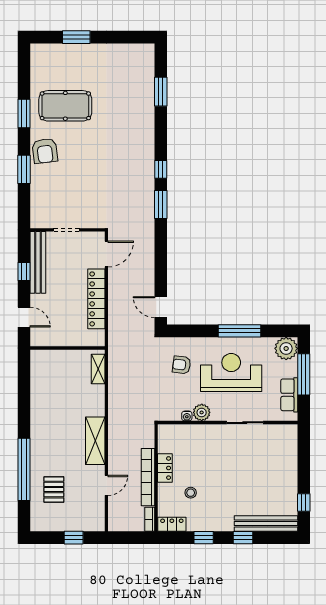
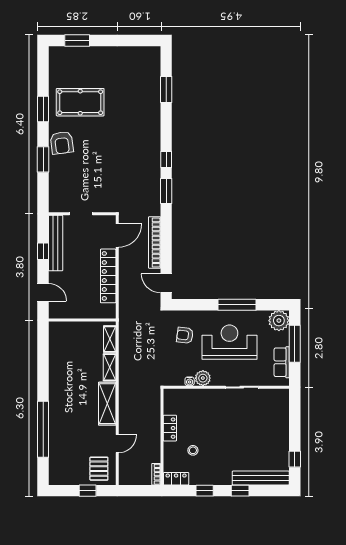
window: (76, 37) -> (77, 40), moved
shelving: (98, 400) -> (110, 367), added
bookcase: (148, 477) -> (155, 243), moved
pallet: (54, 490) -> (99, 469), moved

